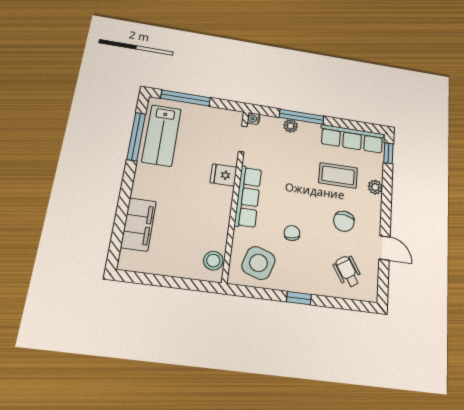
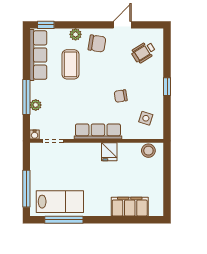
fridge: (223, 175) -> (109, 152), moved
chair: (344, 221) -> (97, 43), moved
side table: (258, 263) -> (146, 118), width x0.54, depth x0.54

